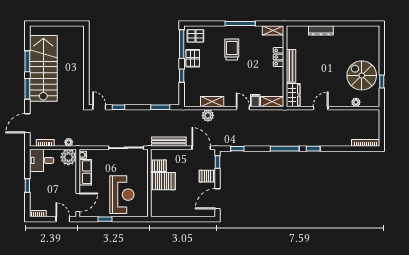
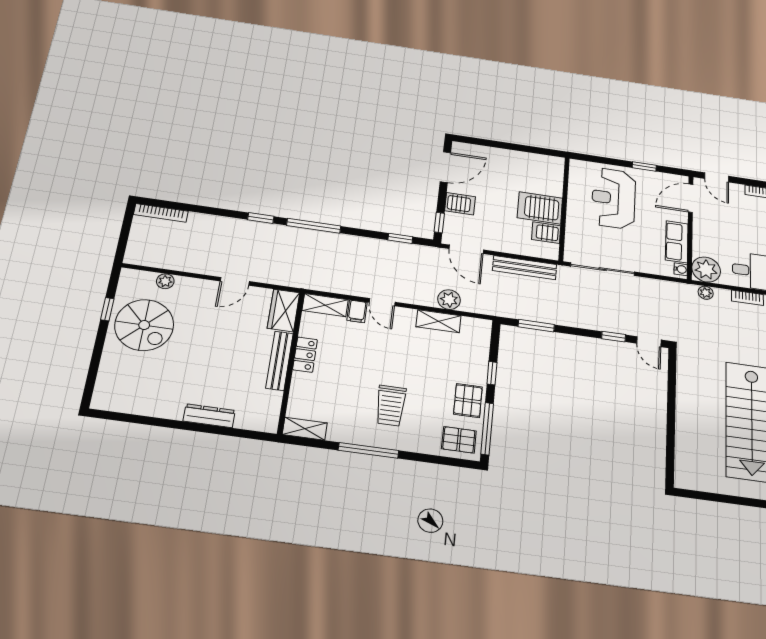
locker: (279, 57) -> (305, 355), moved

